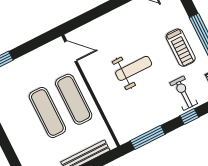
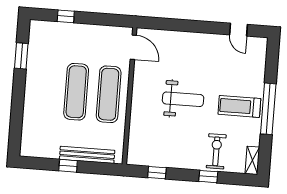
treadmill: (181, 48) -> (239, 106), turned 90
window: (148, 137) -> (157, 173), width x0.46

